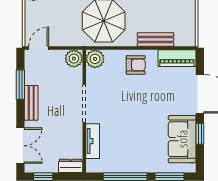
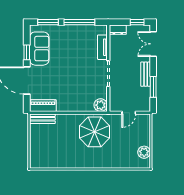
bench: (155, 40) -> (42, 119), moved
door: (39, 48) -> (129, 113), moved
plant: (74, 59) -> (115, 105), removed
armchair: (136, 65) -> (72, 101), removed

